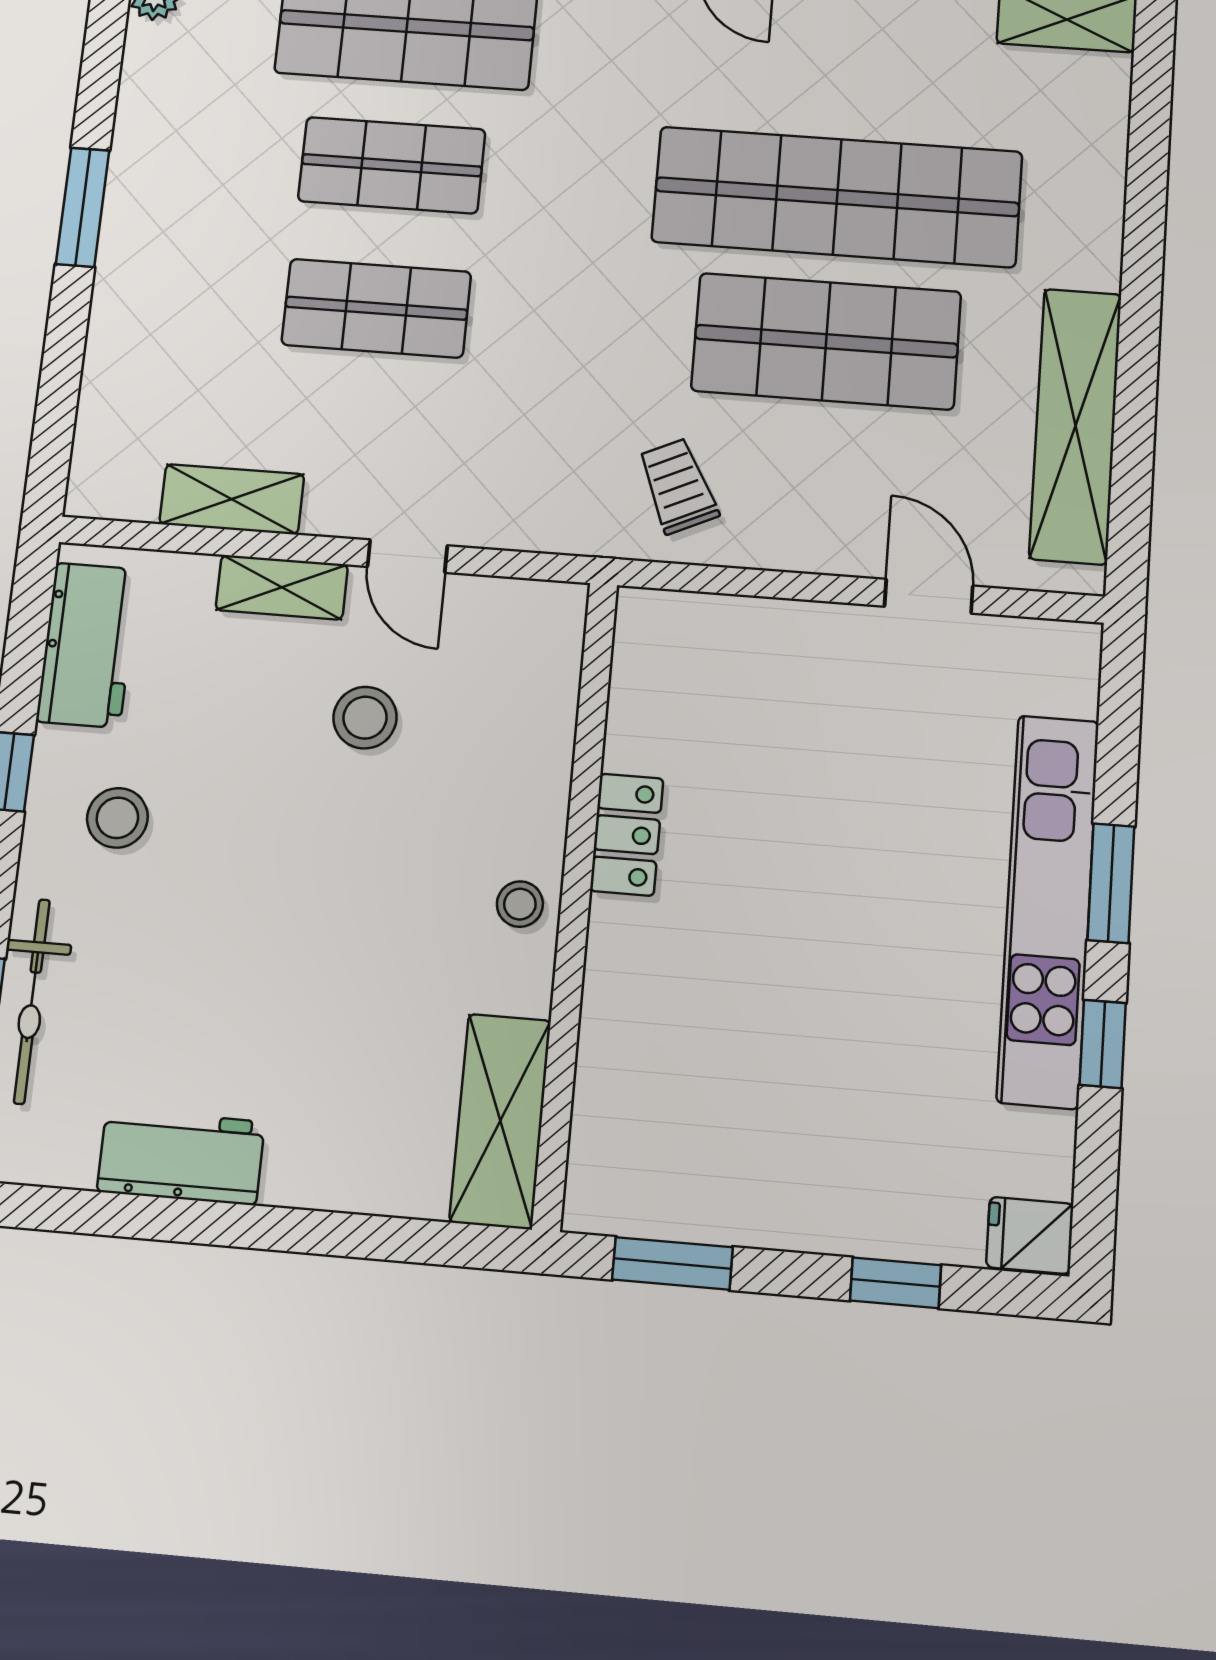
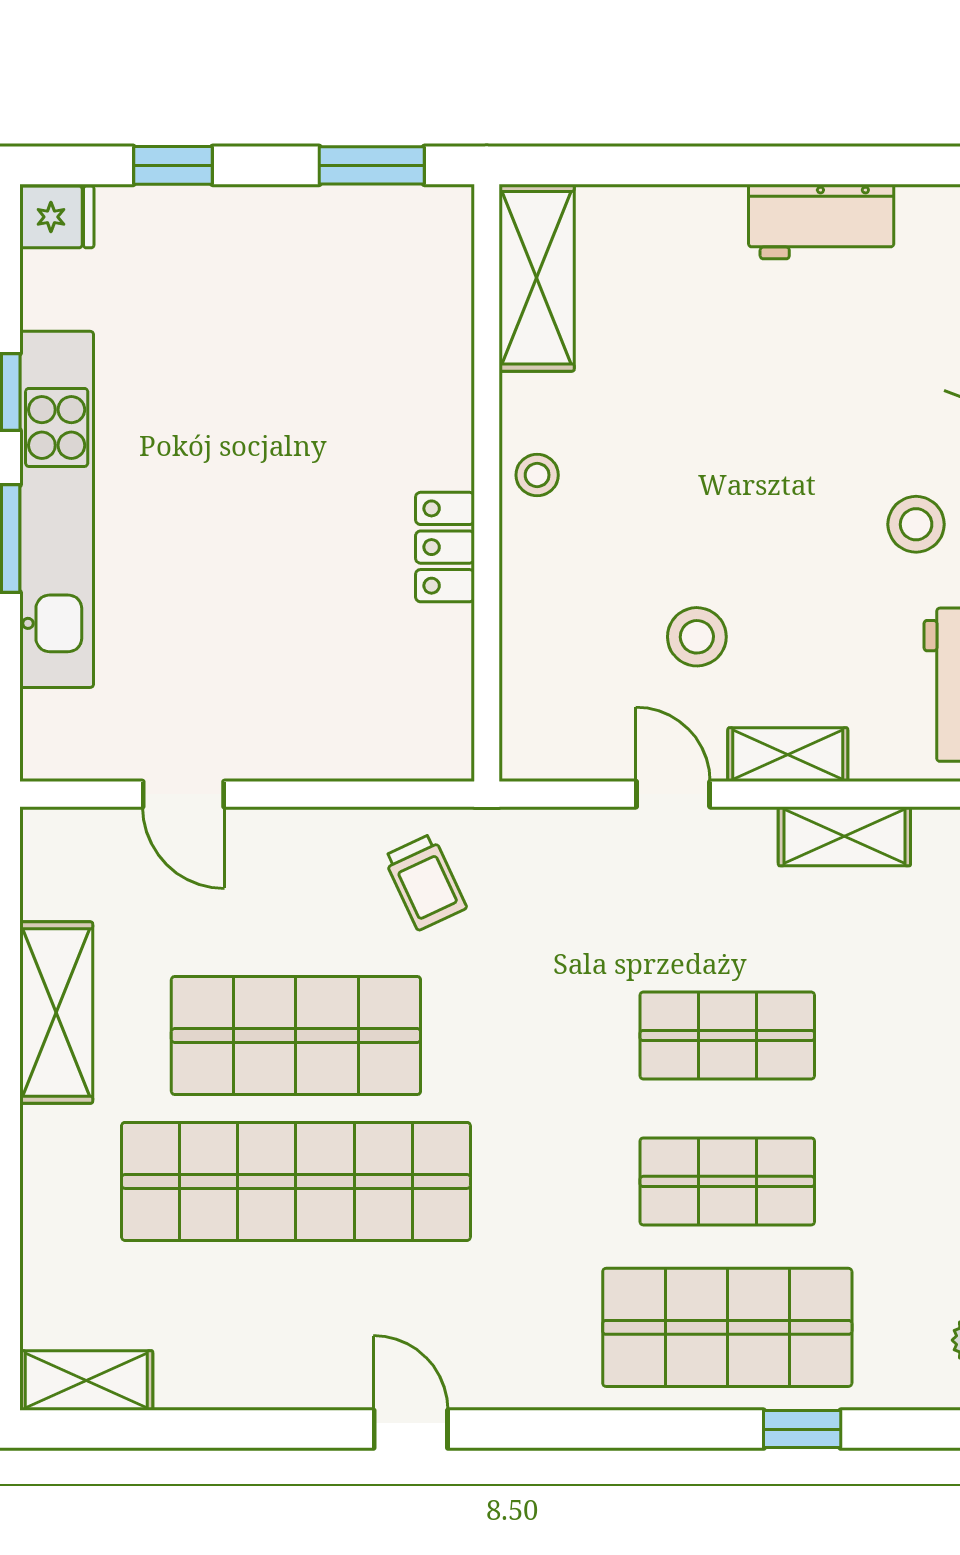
shelving: (1075, 426) -> (56, 1013), width x0.68

